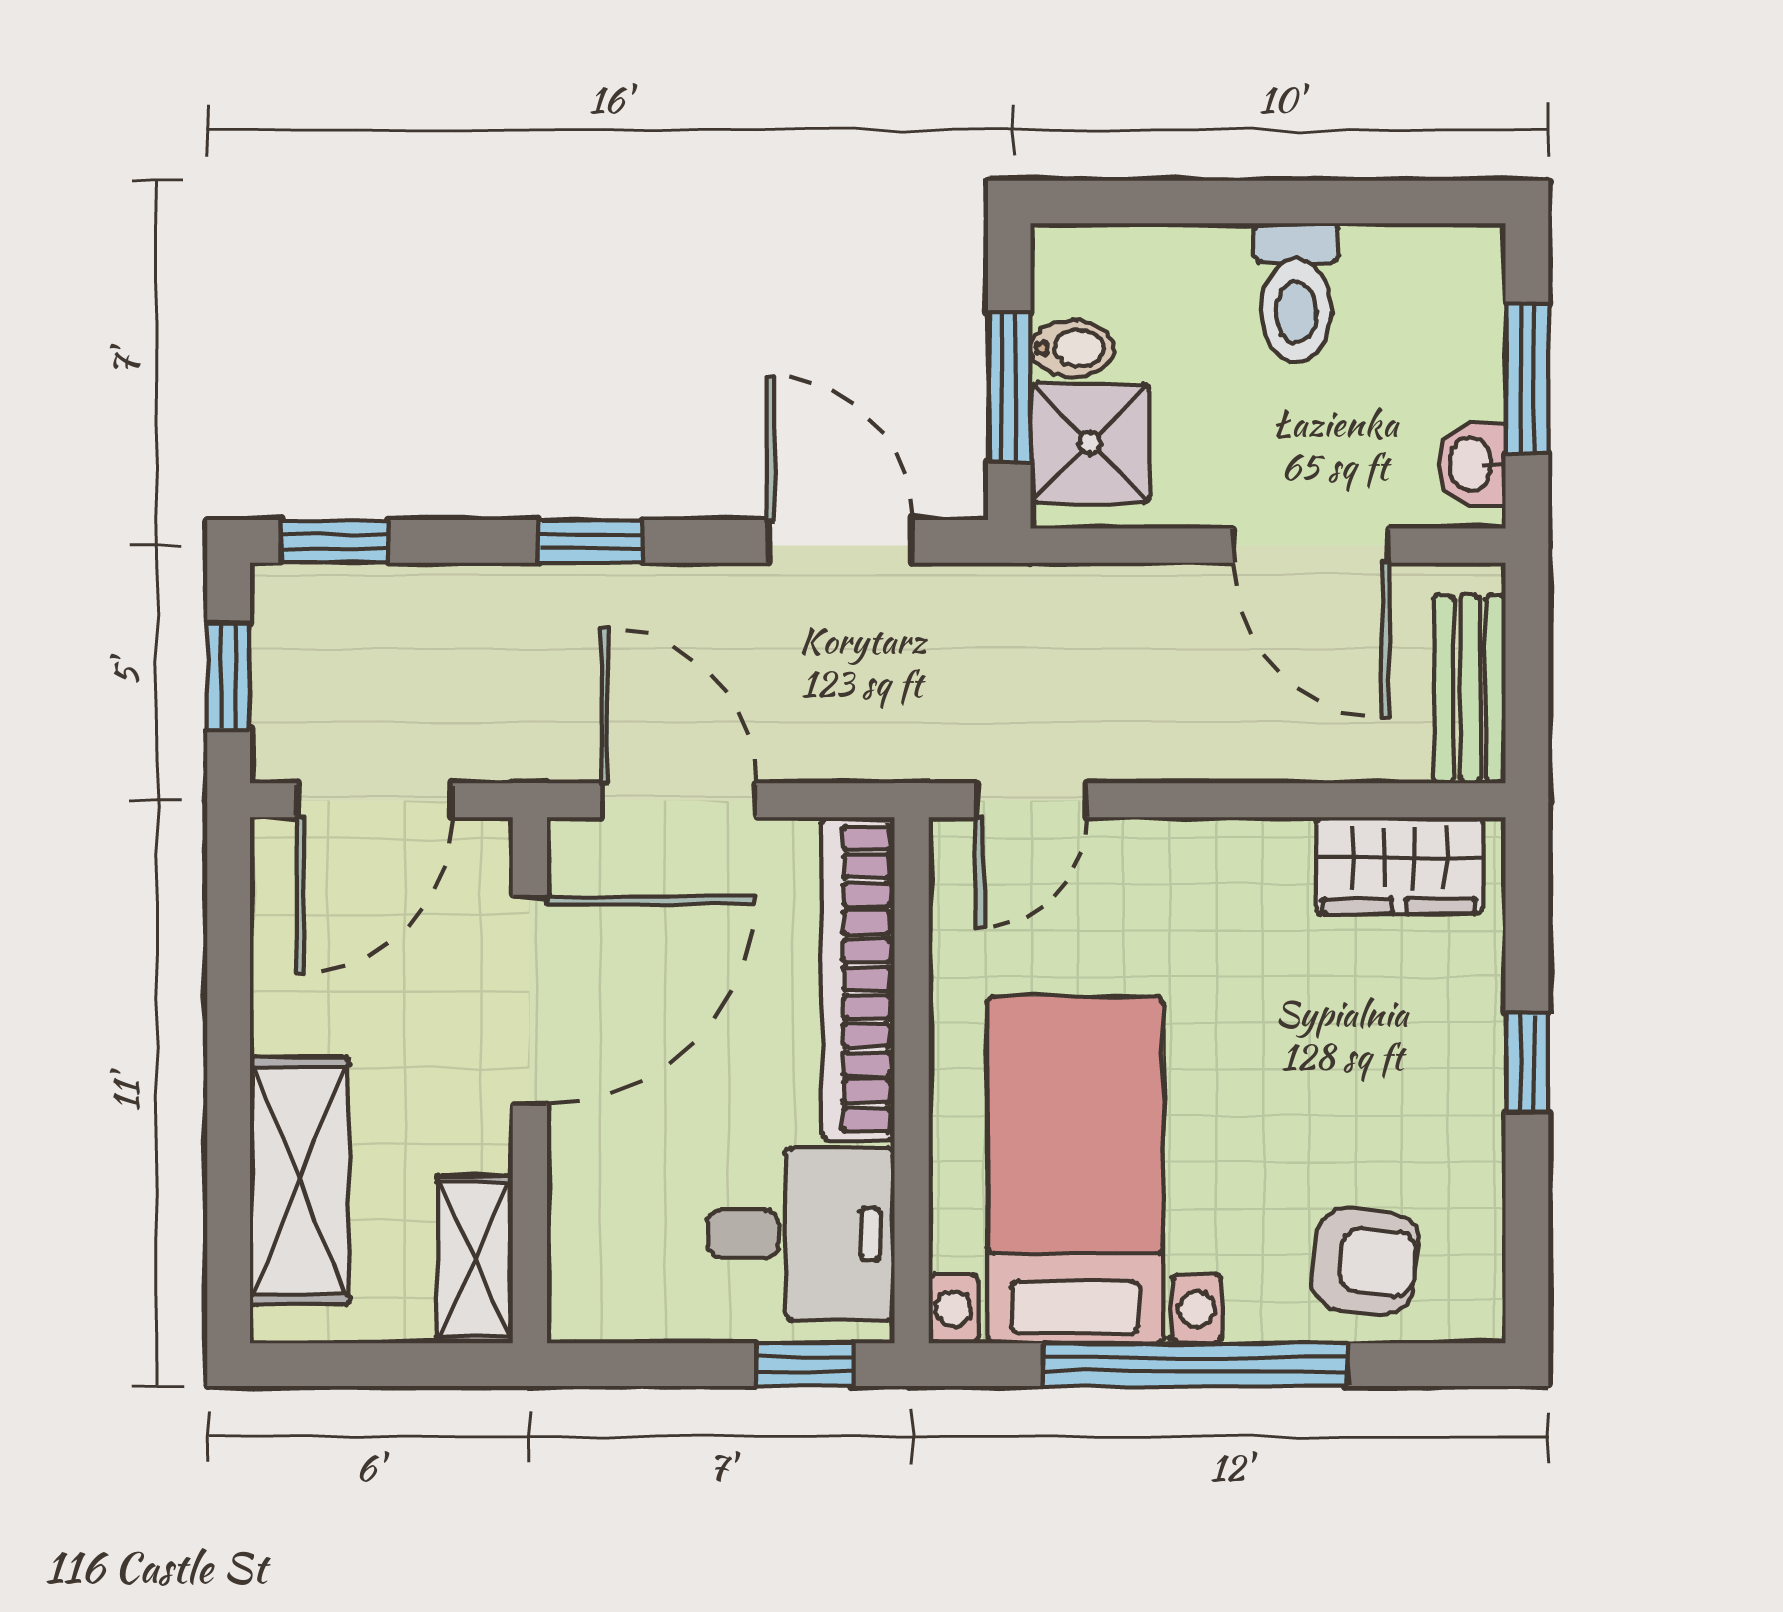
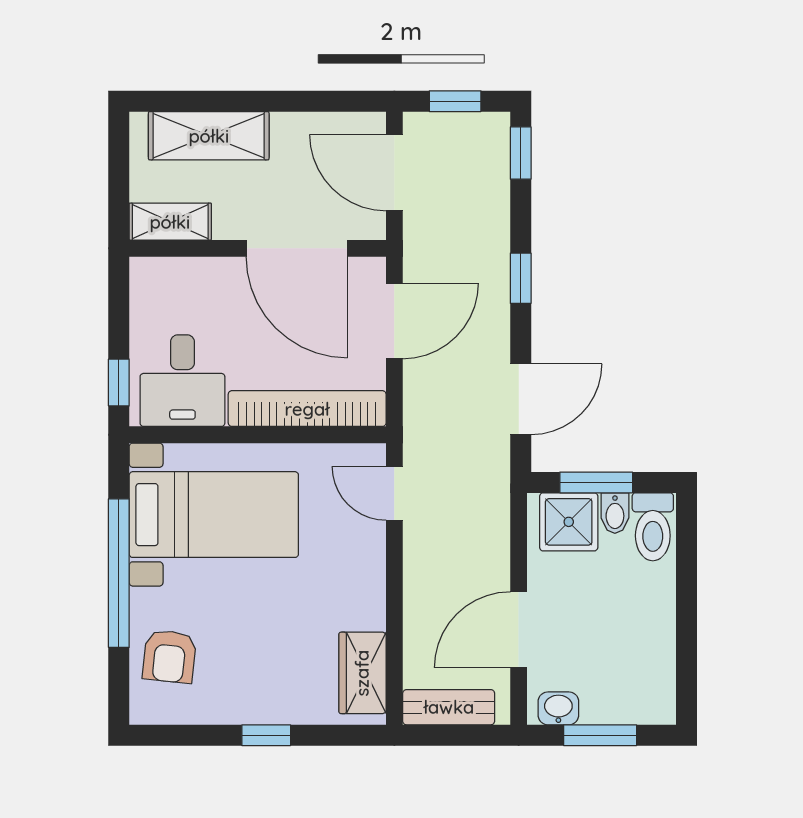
toilet: (1296, 293) -> (653, 527), moved, turned -90

